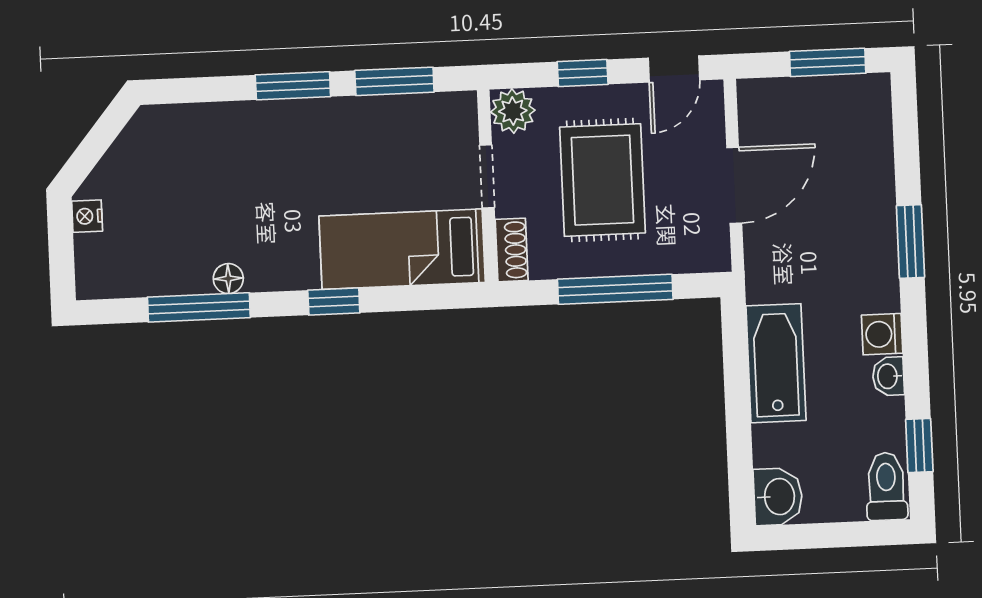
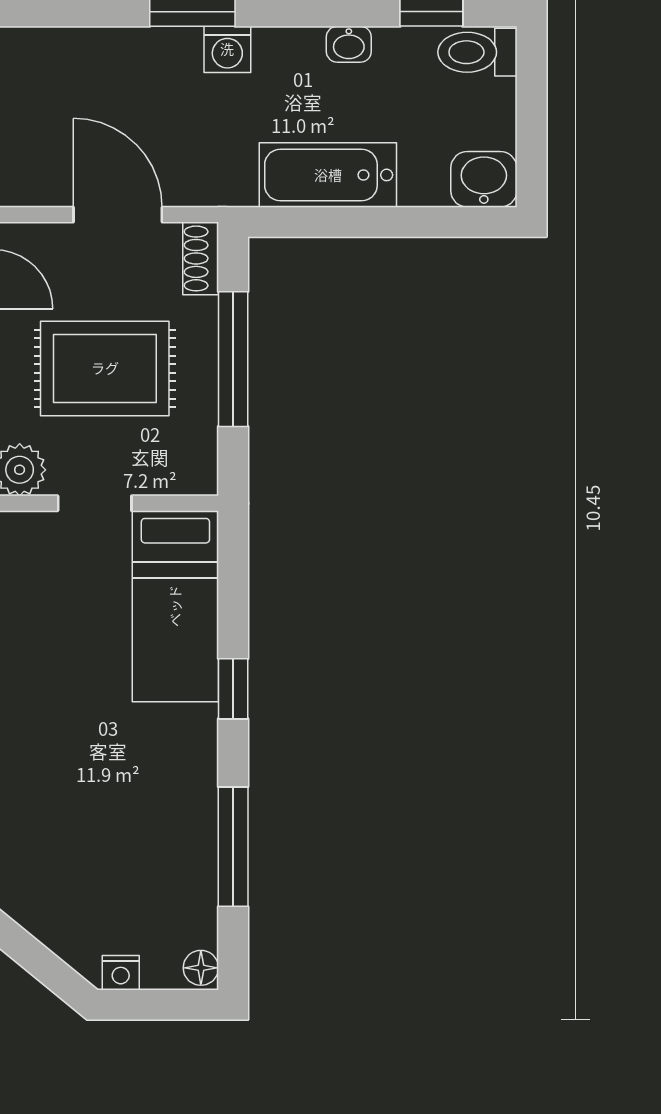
shoe rack: (512, 250) -> (201, 258), moved, turned -90
floor lamp: (228, 279) -> (201, 968), moved
washing machine: (882, 334) -> (227, 49), moved

